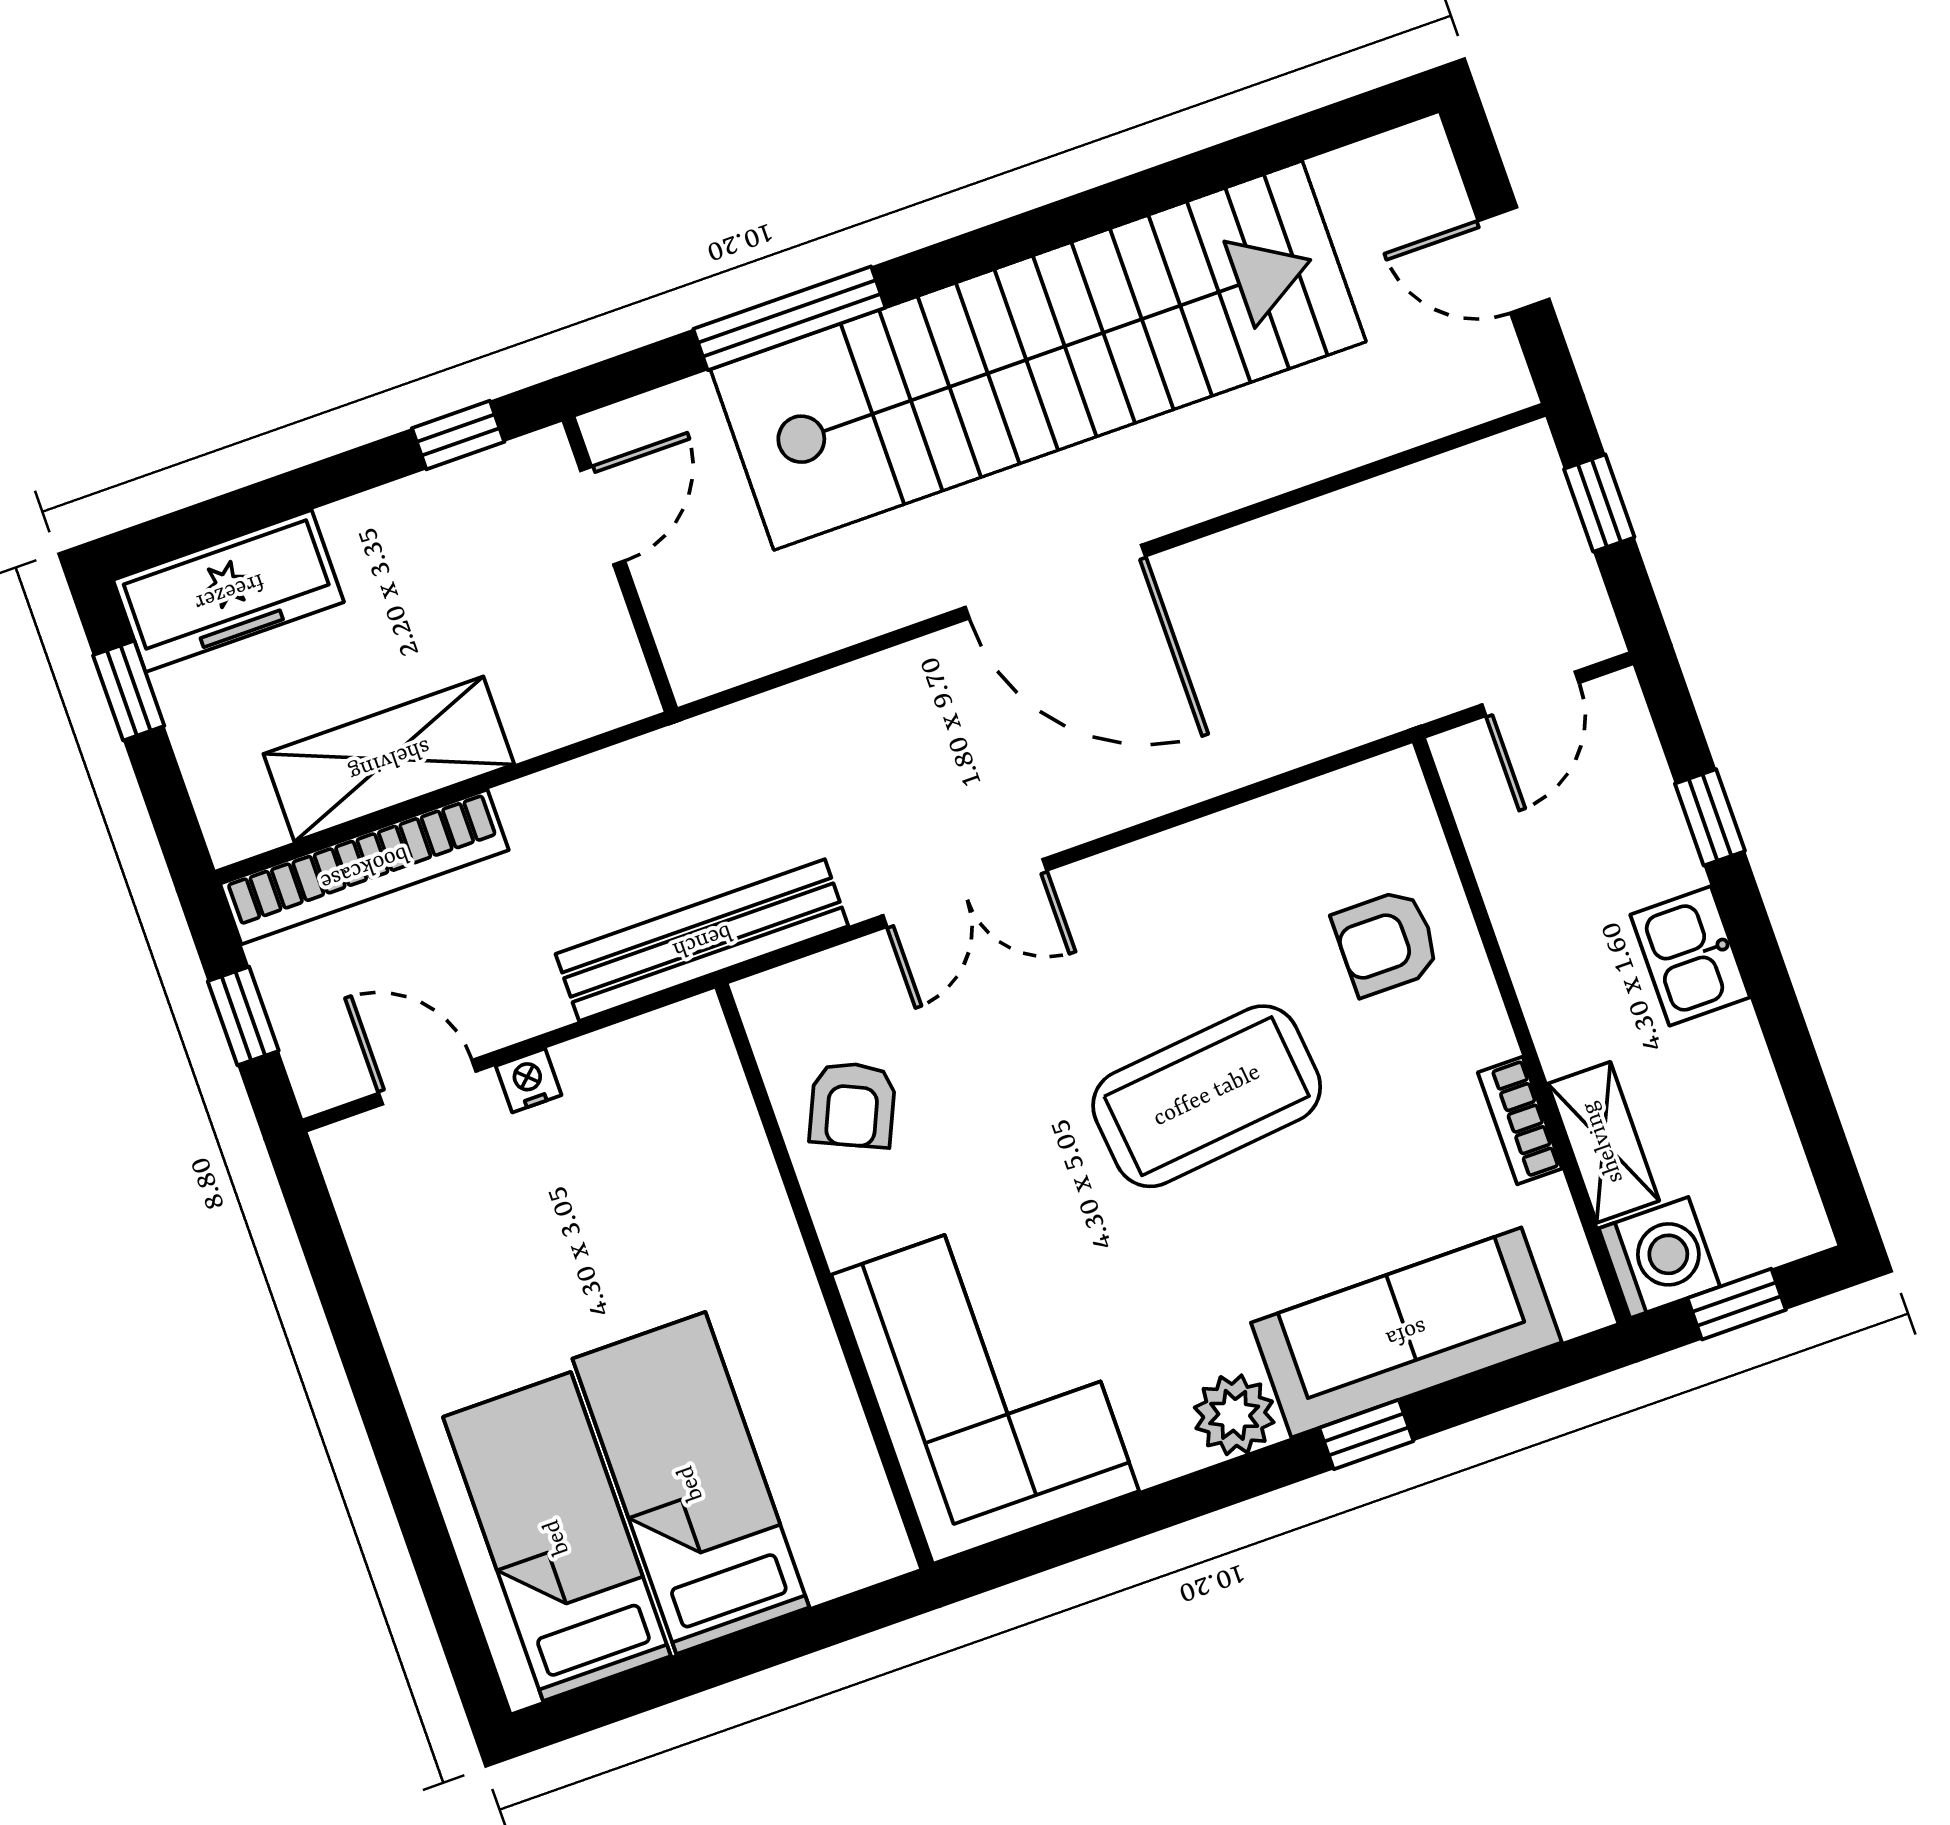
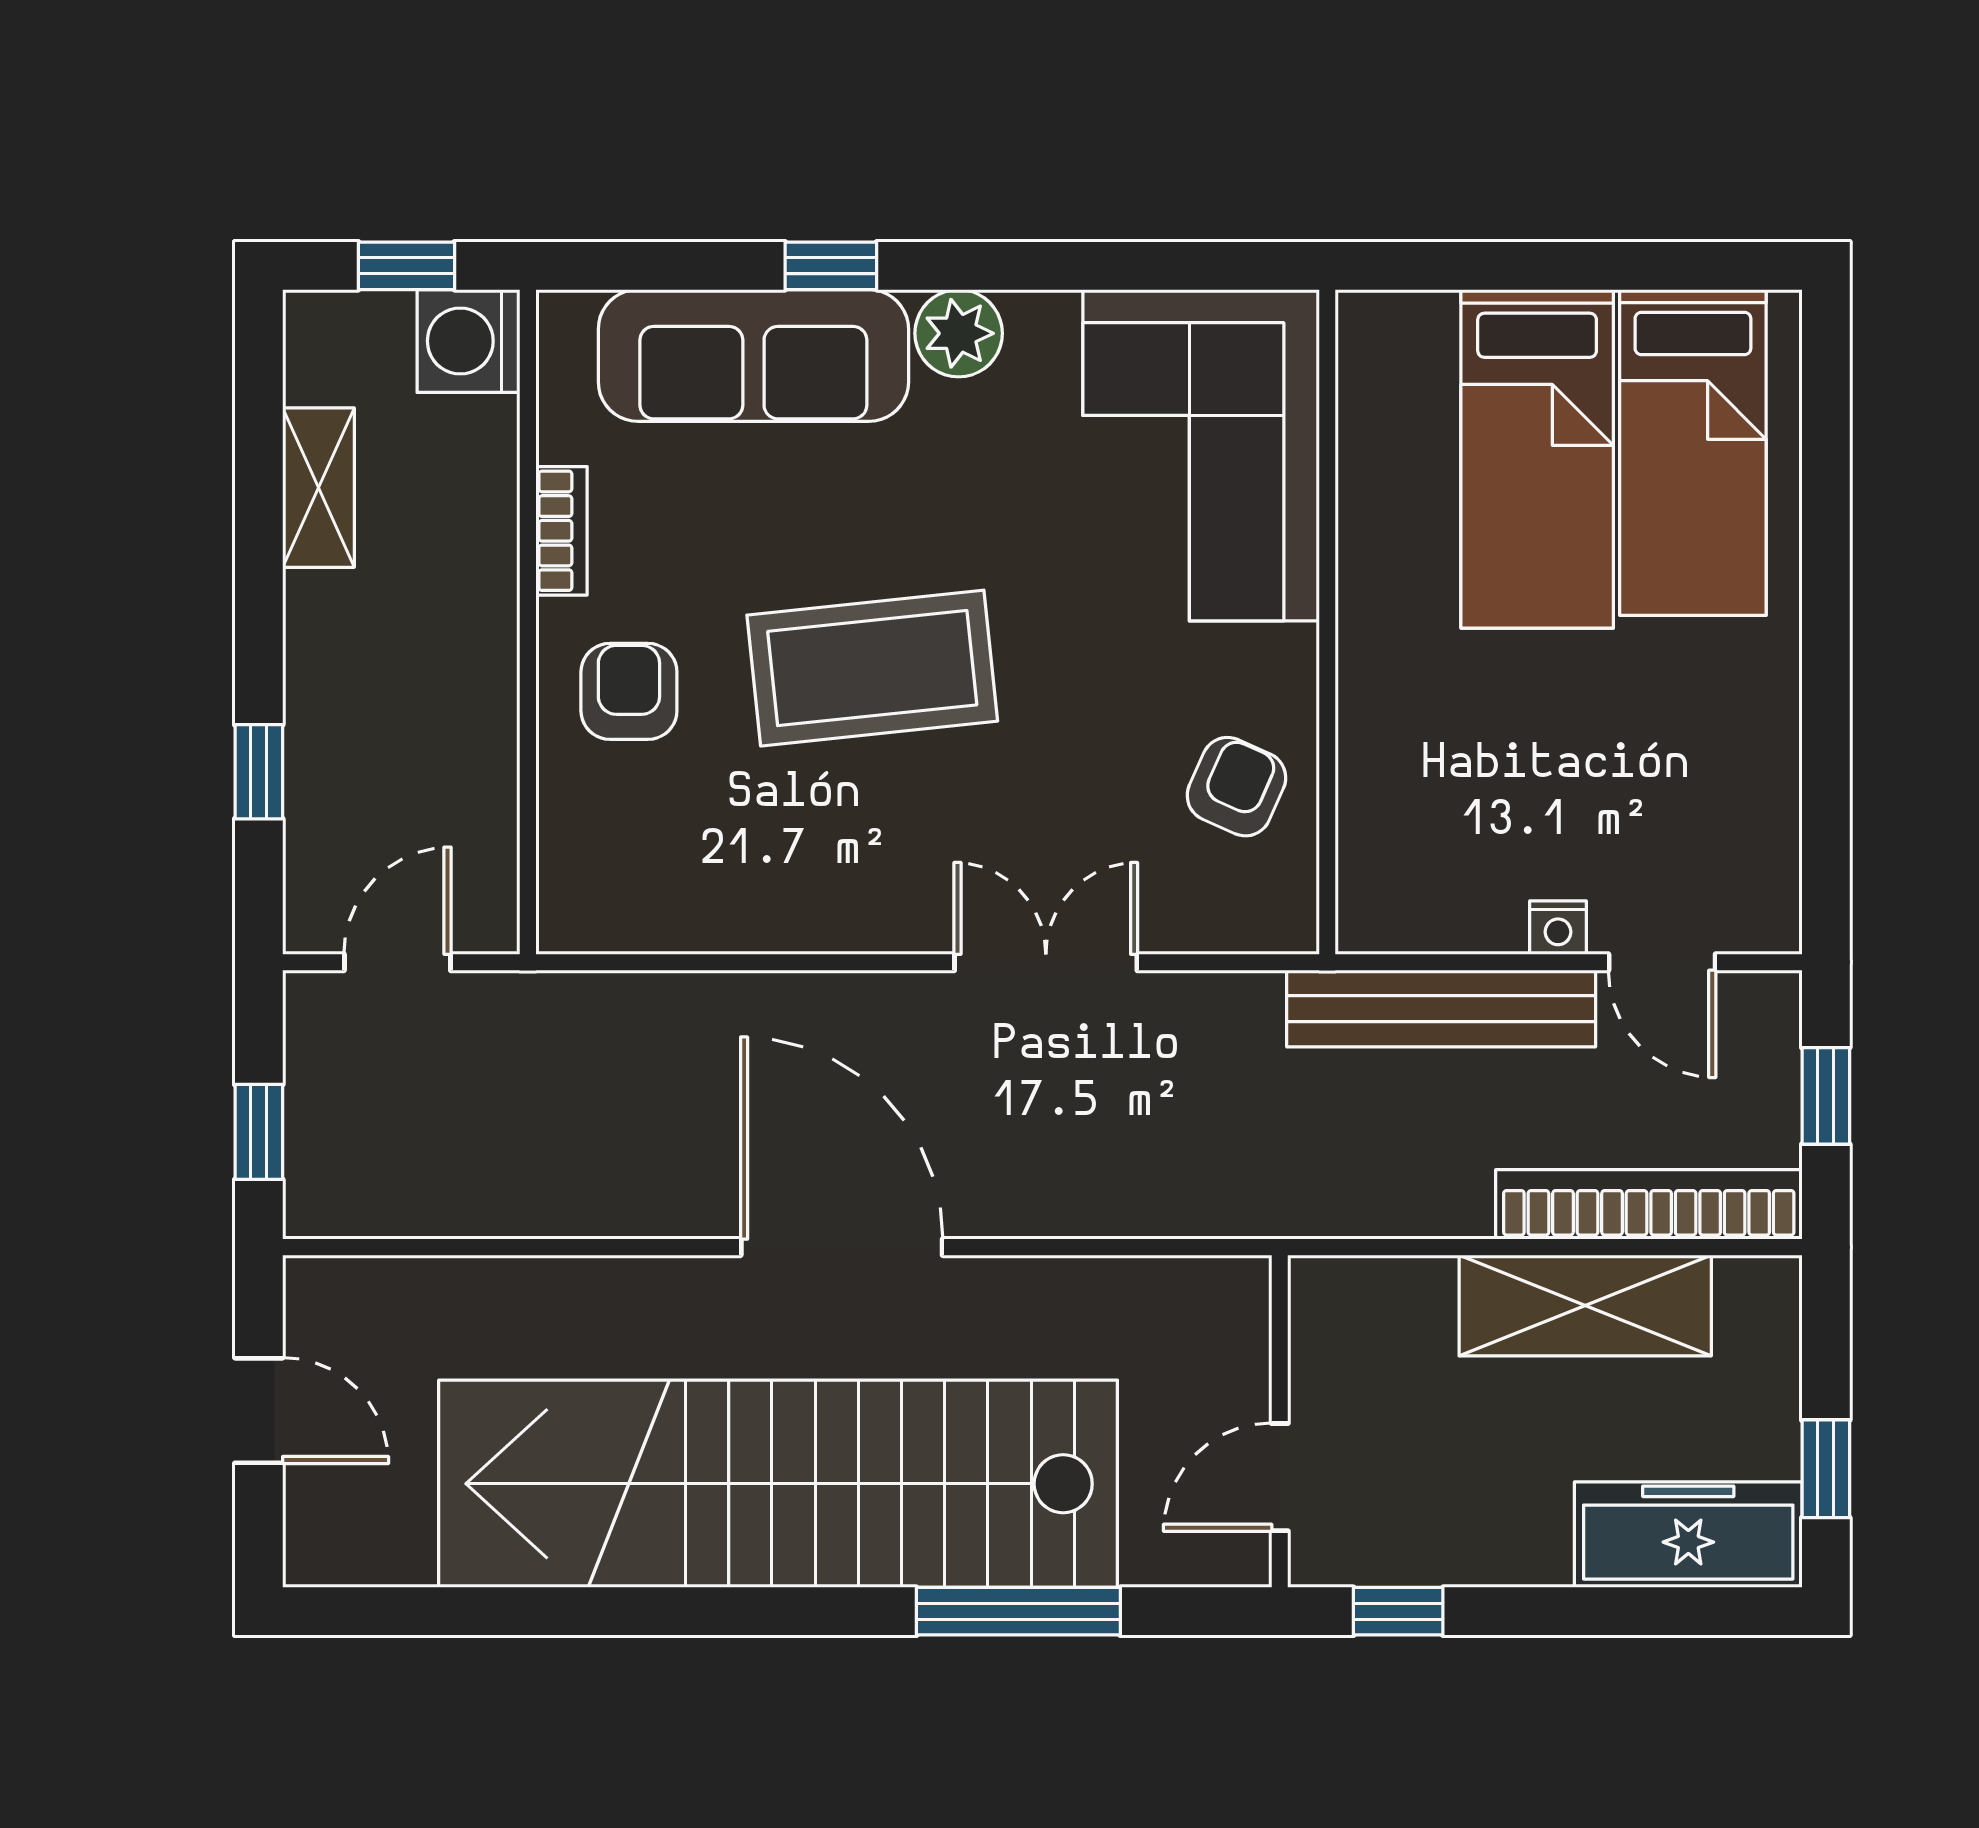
bench: (702, 940) -> (1441, 1009), moved
armchair: (1386, 942) -> (629, 691), moved, turned -90
kitchen sink: (1690, 956) -> (329, 637), removed
shelving: (1603, 1142) -> (318, 488), moved

